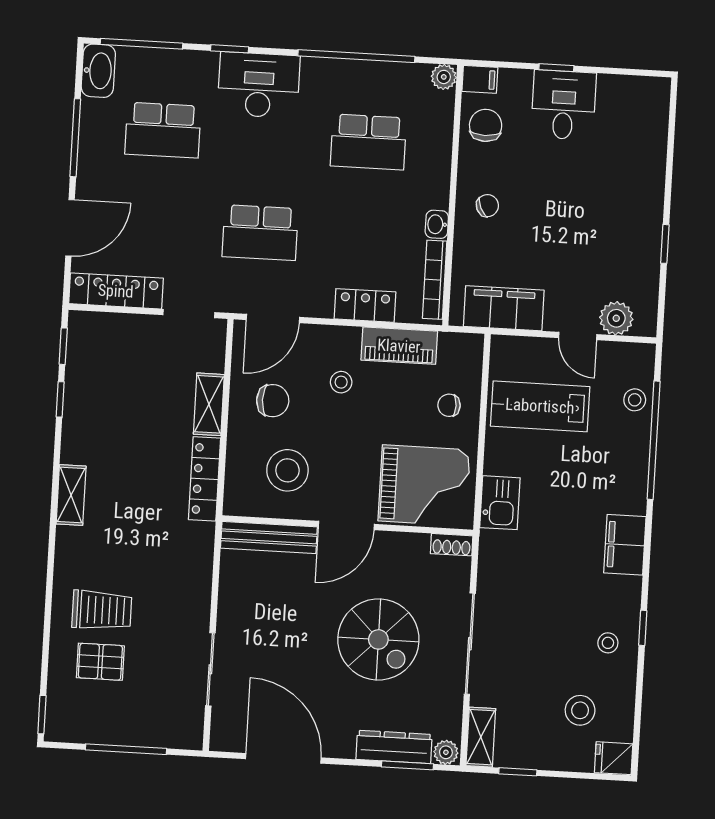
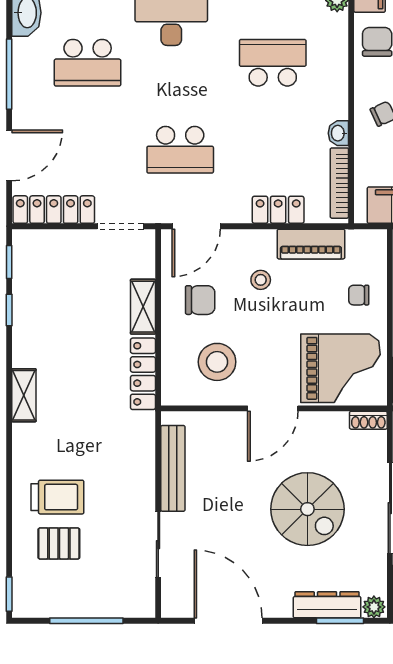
school desk: (368, 142) -> (273, 63), turned 180
bench: (269, 537) -> (173, 468), moved, turned 90

